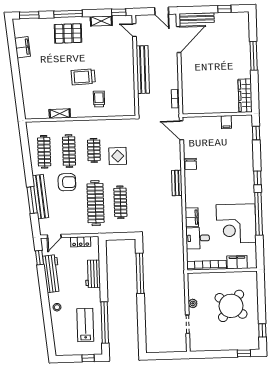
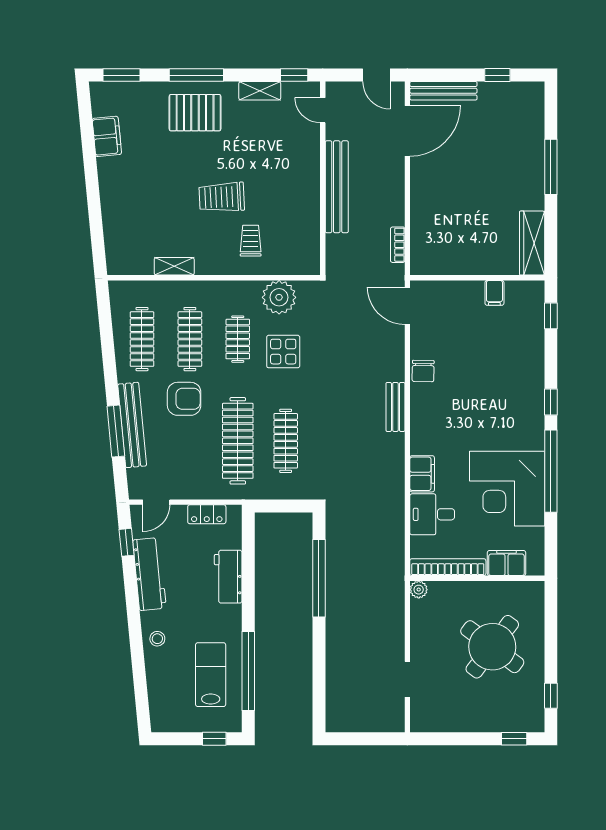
plant: (115, 128) -> (279, 297), added
plant: (193, 303) -> (419, 590), moved

